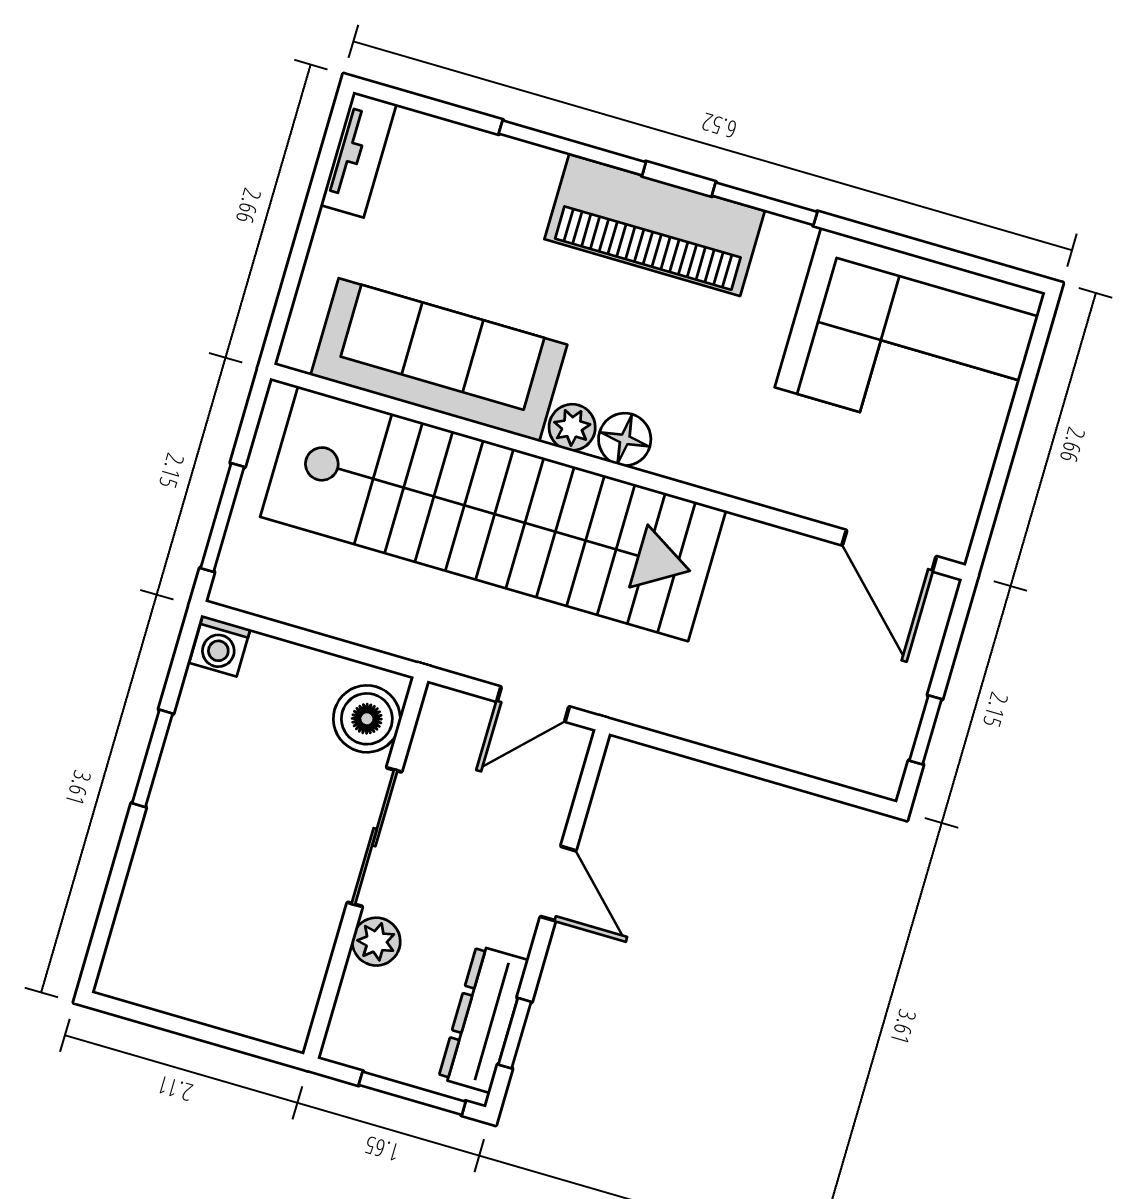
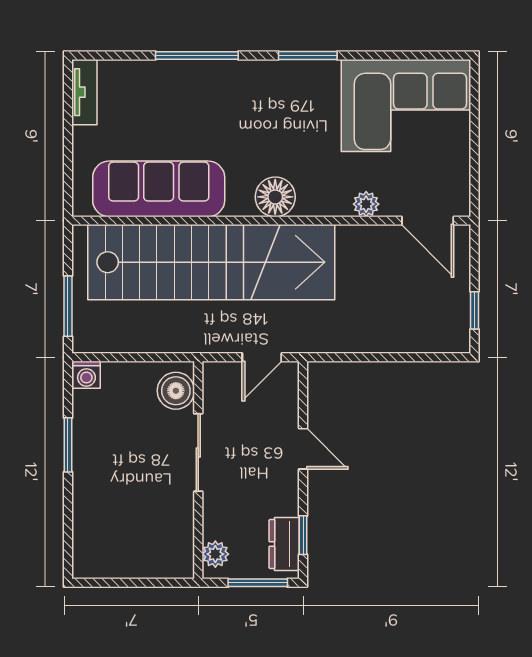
piano: (655, 225) -> (253, 84), removed
plant: (572, 427) -> (366, 204), moved
floor lamp: (625, 439) -> (275, 197), width x1.38, depth x1.38
plant: (376, 942) -> (215, 554), moved
dresser: (483, 1019) -> (284, 544), width x0.70

